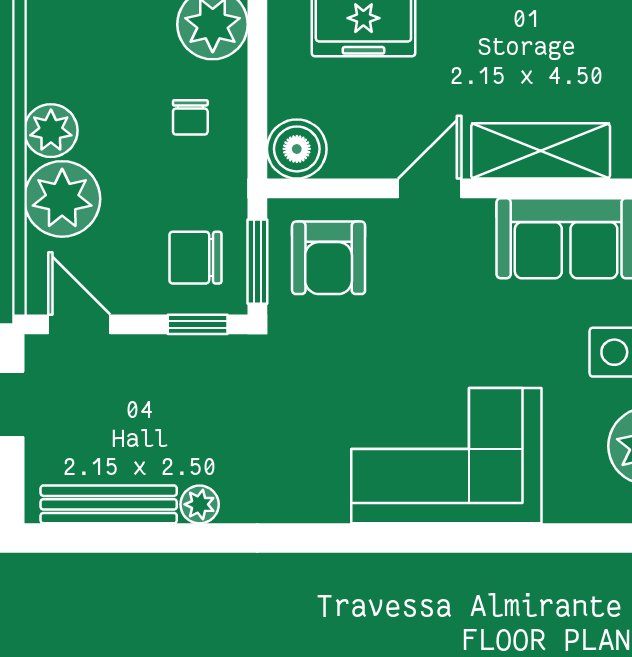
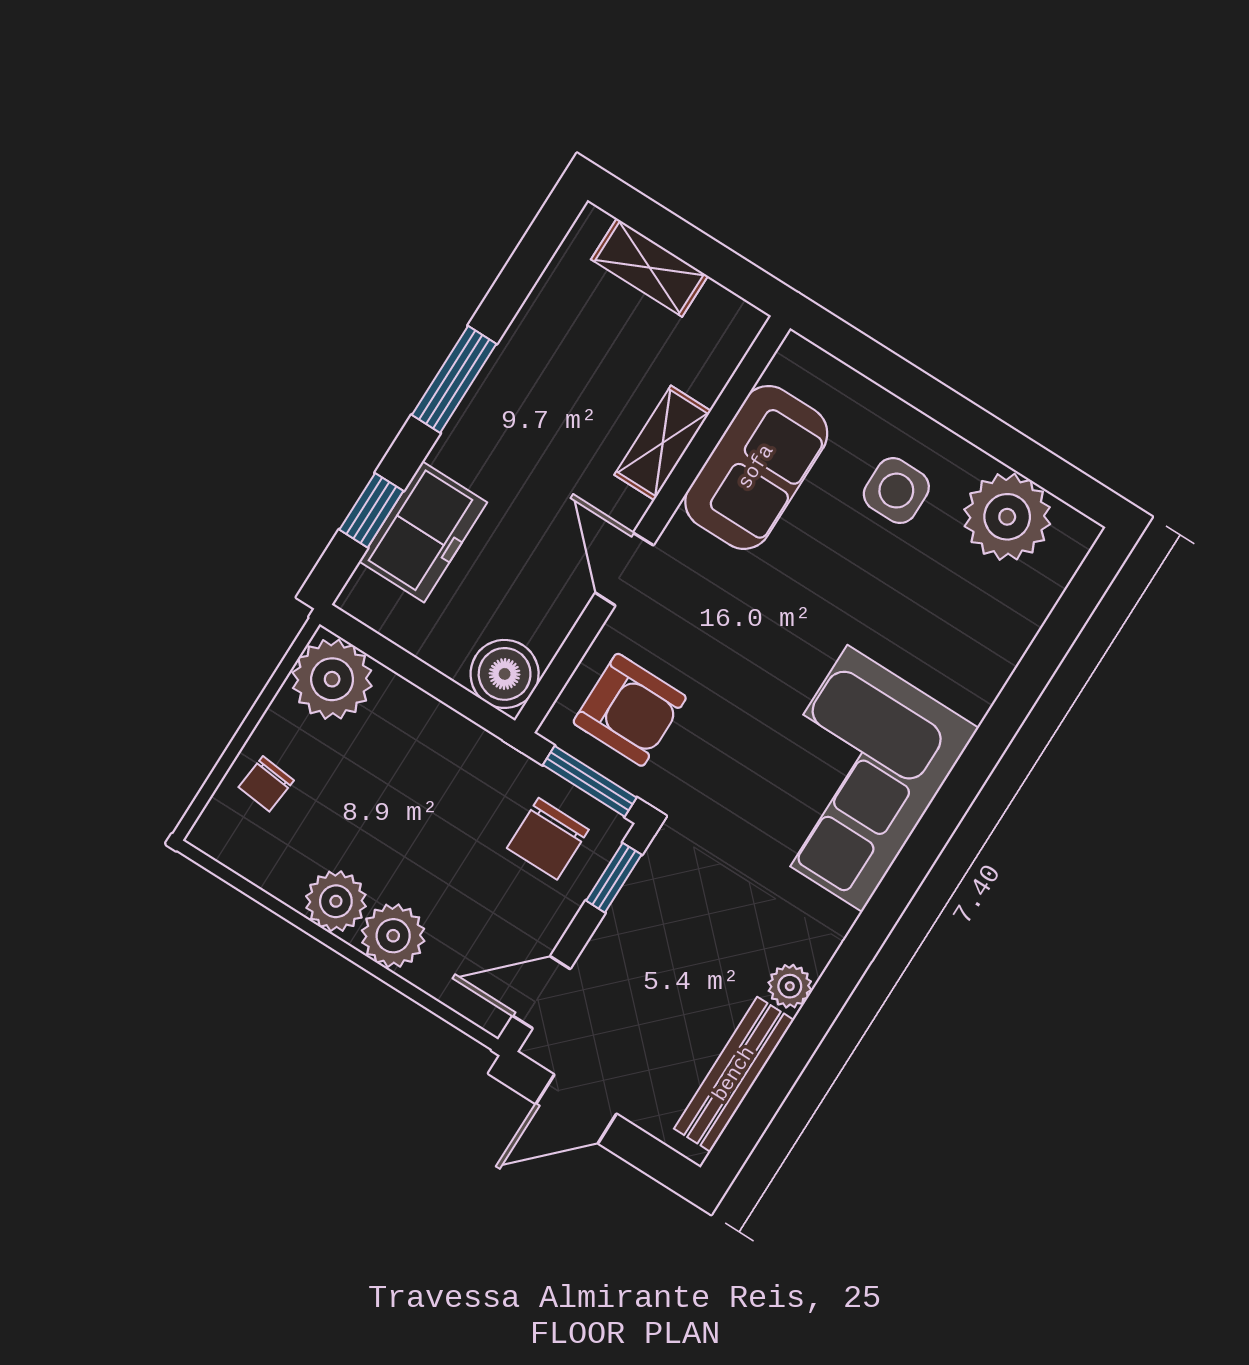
chair: (190, 117) -> (266, 784), moved, turned 96
shelving: (541, 151) -> (663, 443), width x0.67, depth x0.75
plant: (62, 199) -> (393, 936), width x0.73, depth x0.73
corner sofa: (446, 456) -> (855, 778), moved

